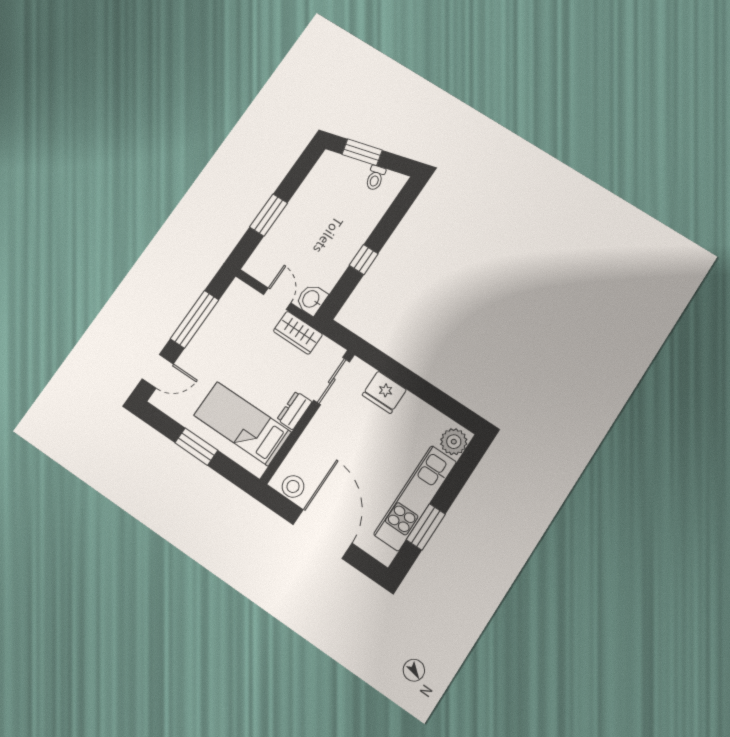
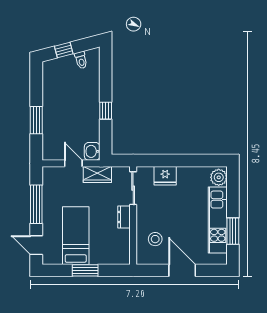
window: (362, 152) -> (64, 50), width x0.67
door: (158, 371) -> (36, 245), swing flipped
bed: (243, 424) -> (76, 236), moved, turned 90
stool: (293, 486) -> (155, 239), moved
door: (323, 534) -> (182, 270), width x0.73

